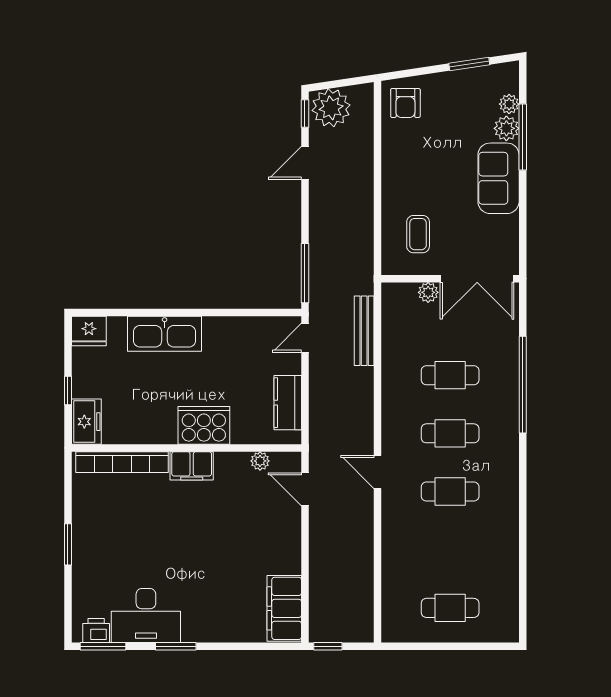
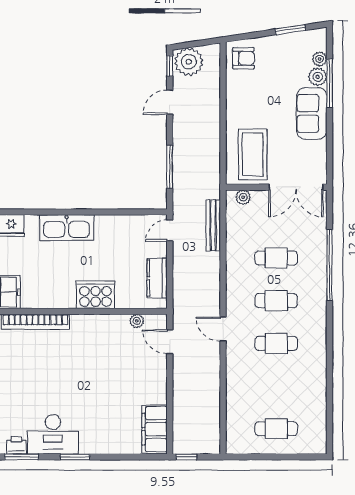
armchair: (405, 103) -> (243, 58), turned -90
coffee table: (418, 234) -> (253, 154), width x1.86, depth x1.72
window: (305, 273) -> (170, 167), moved
plant: (428, 292) -> (243, 197), moved
filing cabinet: (192, 466) -> (87, 325), removed

